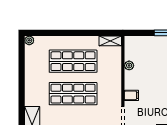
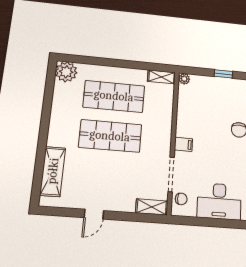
plant: (29, 40) -> (66, 72), width x1.87, depth x1.87
plant: (129, 65) -> (184, 79), moved

